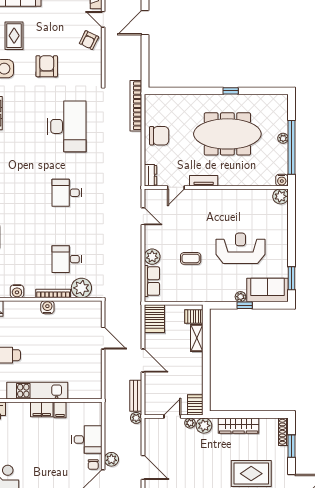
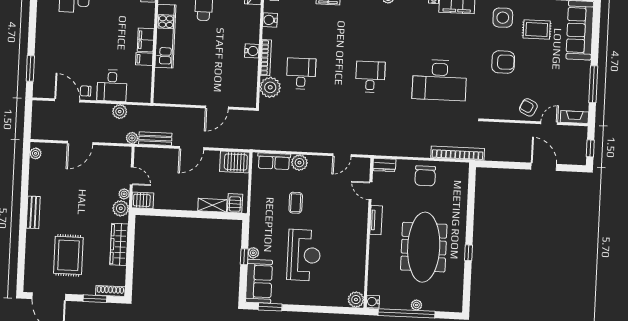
plant: (111, 459) -> (120, 112), moved

